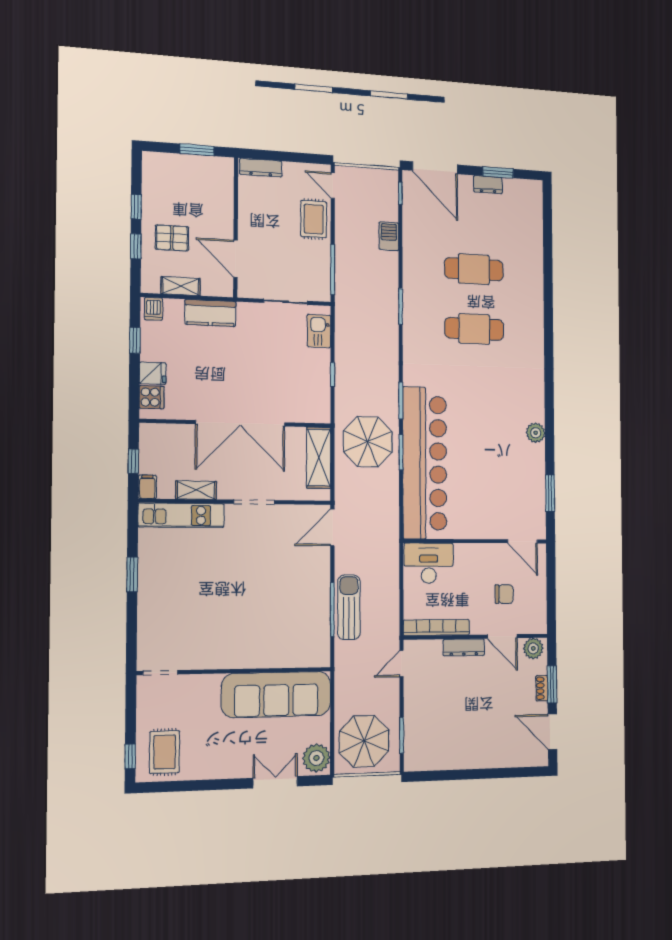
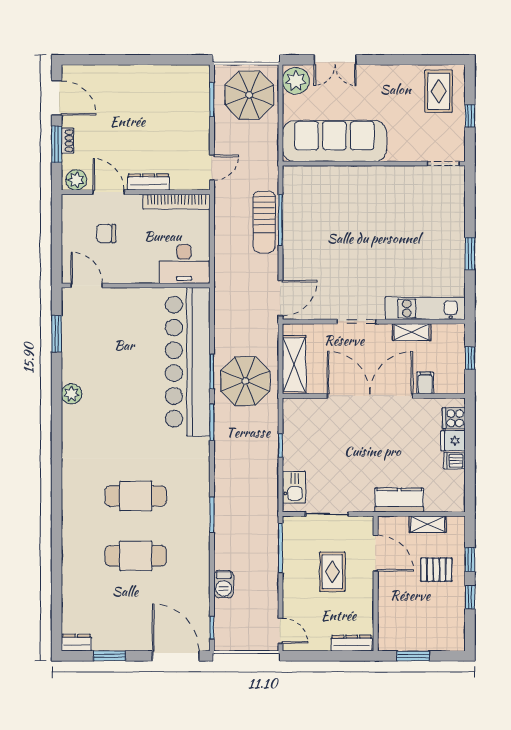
dresser: (488, 185) -> (76, 643), moved
rug: (314, 219) -> (332, 572), moved
dishwasher: (154, 309) -> (454, 461), moved, turned -90
window: (135, 340) -> (470, 471), removed
filing cabinet: (147, 487) -> (425, 383), moved, turned 180
window: (130, 756) -> (470, 116), moved

